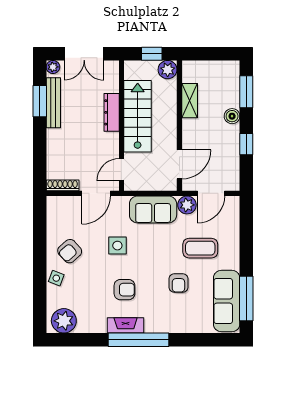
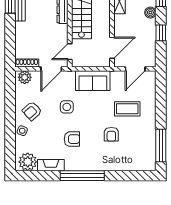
plant: (187, 205) -> (25, 77), moved
sofa: (227, 301) -> (146, 147), removed
fireplace: (126, 325) -> (51, 165), moved

